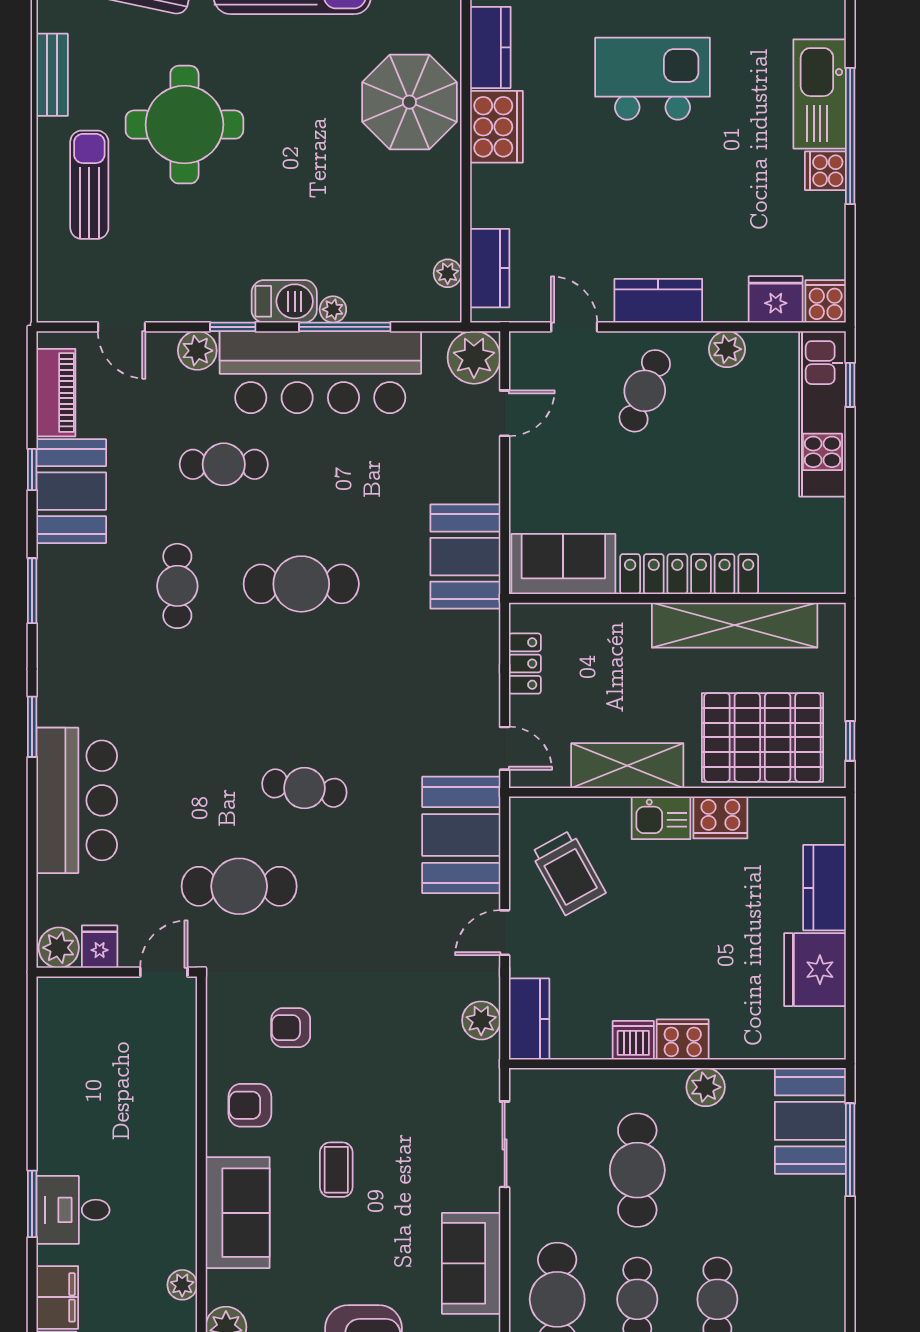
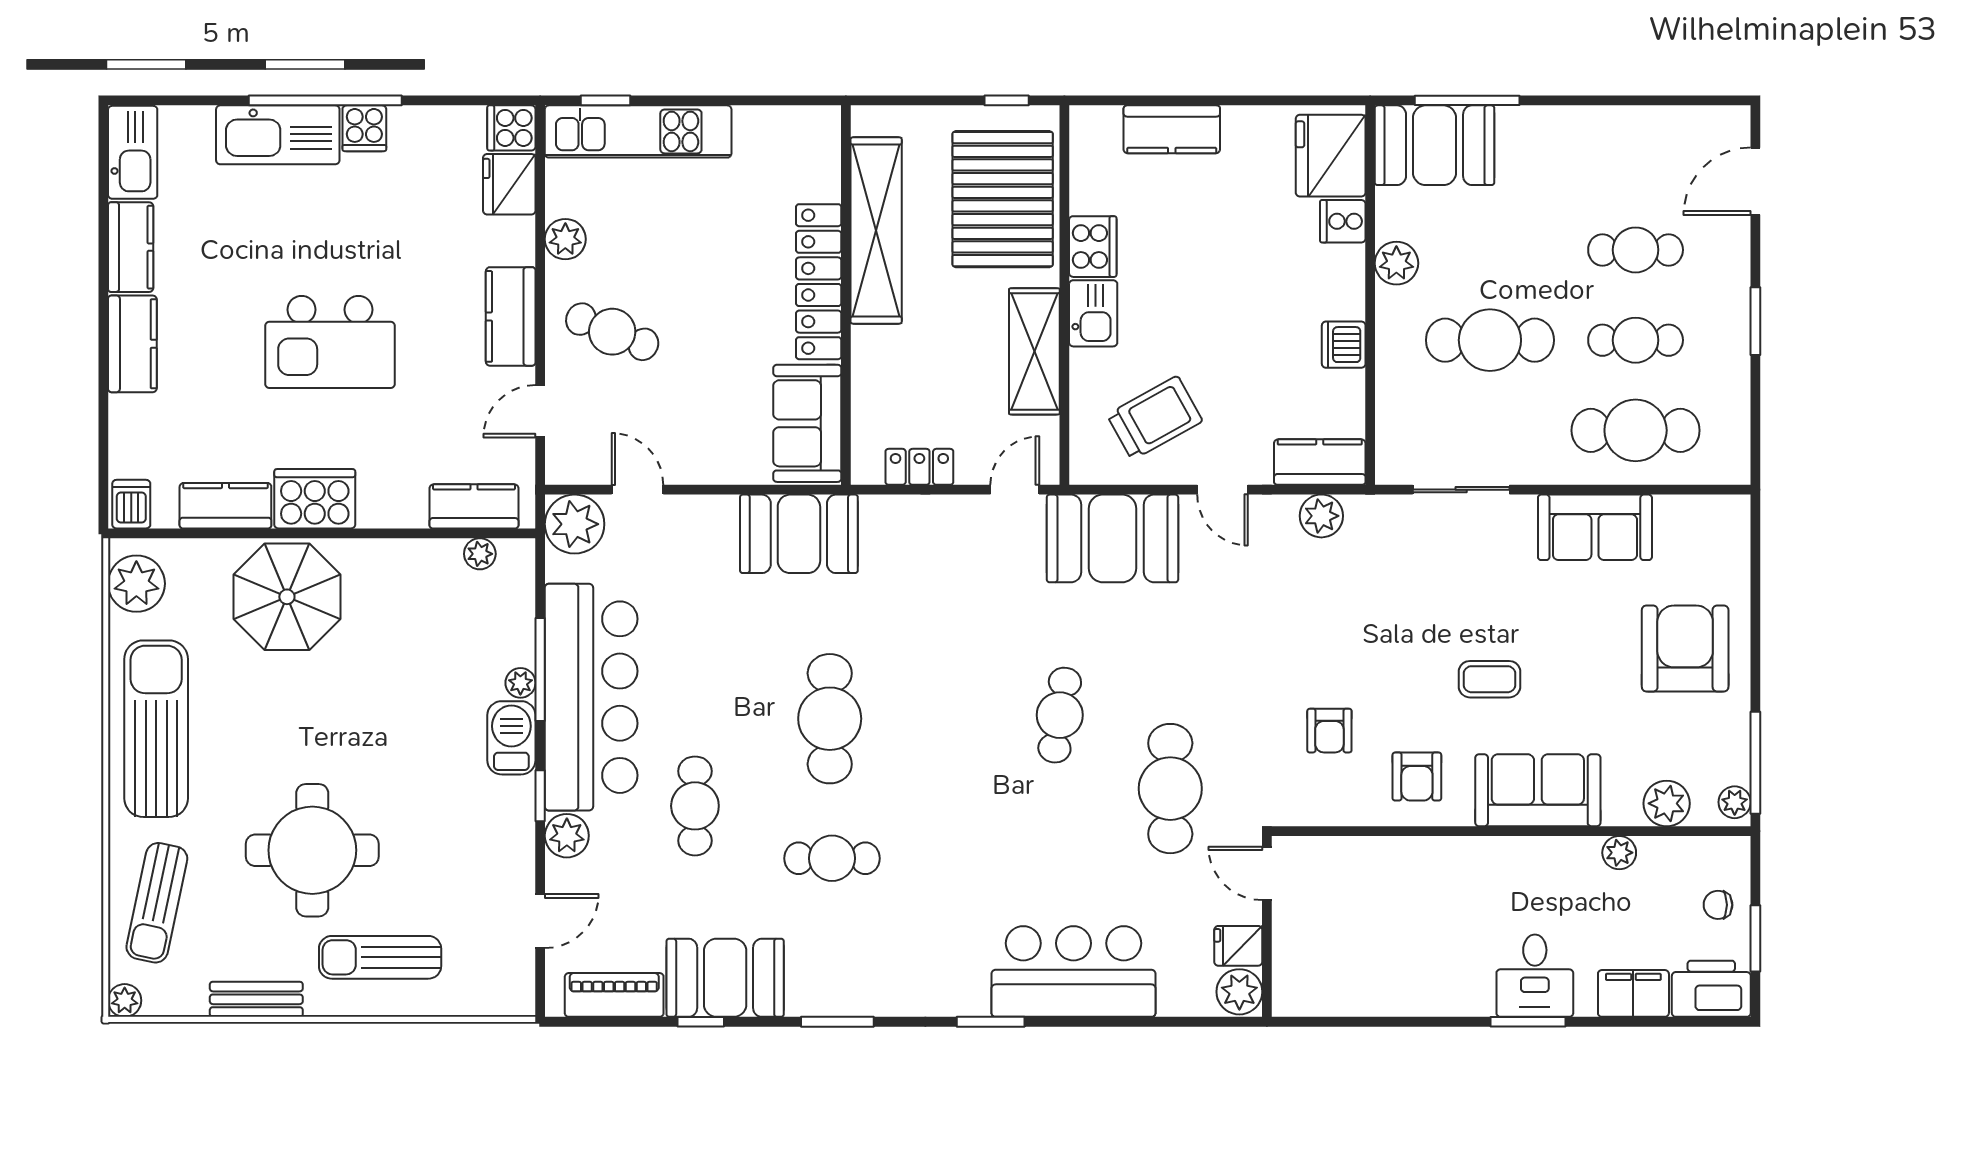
kitchen island: (653, 79) -> (330, 342), moved, turned -90
fridge: (815, 970) -> (1331, 156), moved, turned 90
cooker: (683, 1039) -> (1343, 221), moved, width x0.73

